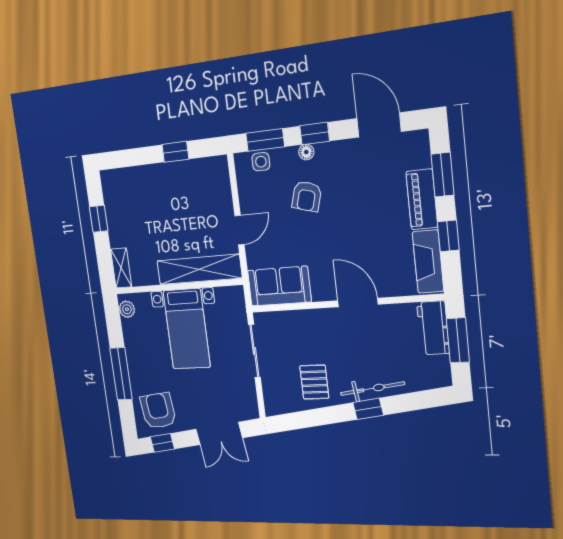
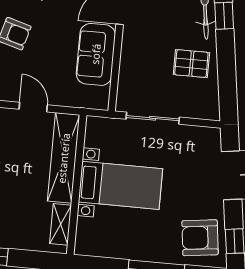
shelving: (121, 268) -> (61, 224), moved, turned 90
sofa: (279, 286) -> (96, 54), moved
plant: (127, 309) -> (90, 247), removed

